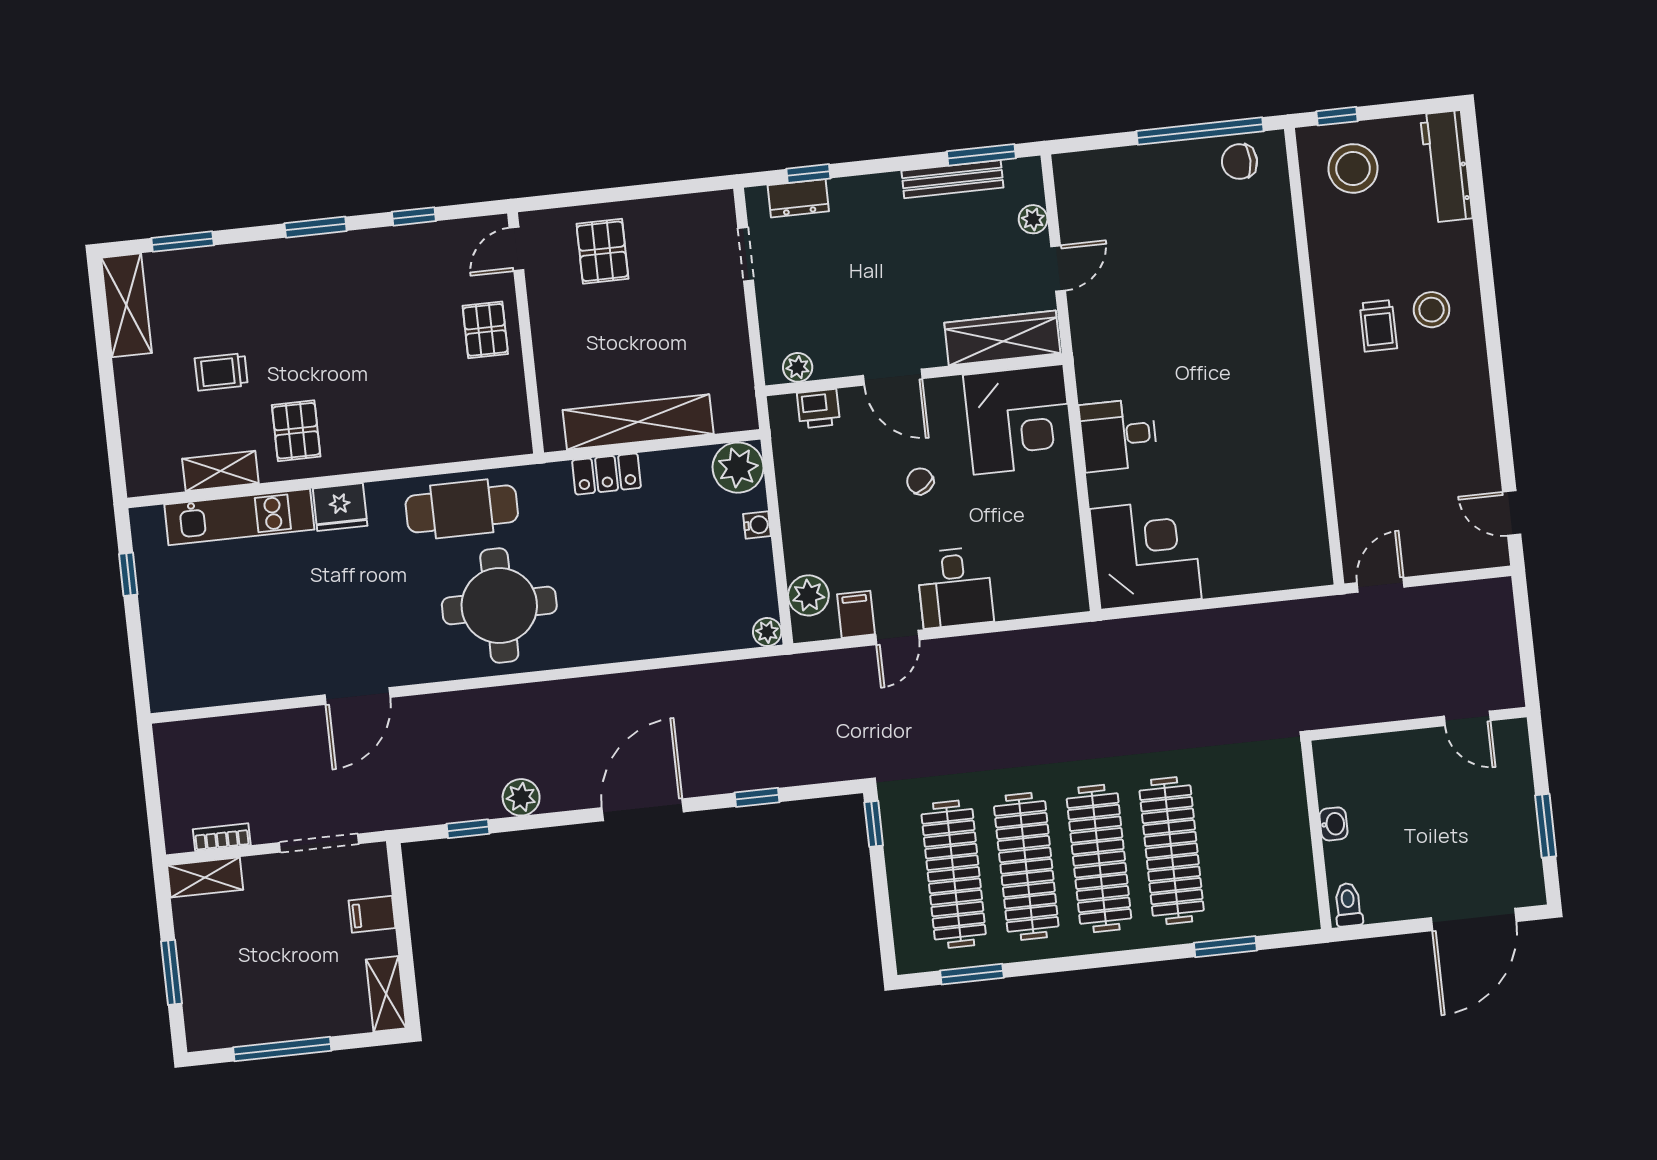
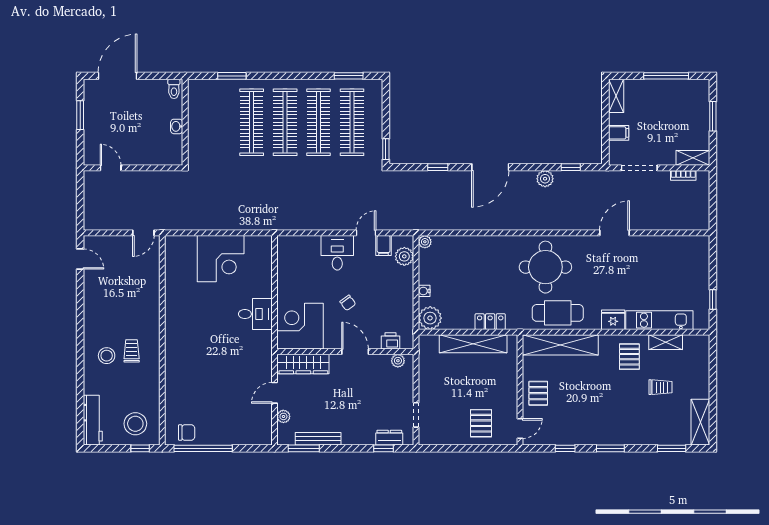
shelving: (449, 440) -> (560, 345), added
corner desk: (1146, 554) -> (221, 259), moved, turned -90

